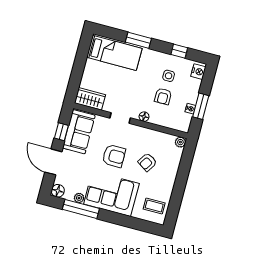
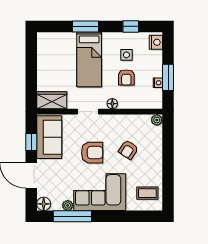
bed: (114, 53) -> (89, 59), moved, turned 90

